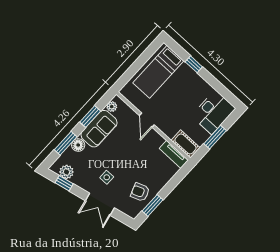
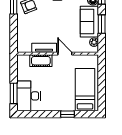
window: (215, 137) -> (14, 93), moved
cot: (185, 144) -> (41, 61), moved
tv unit: (174, 154) -> (44, 48), moved

